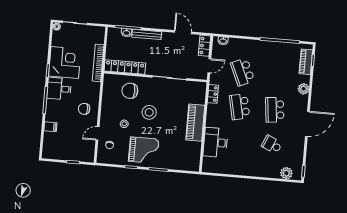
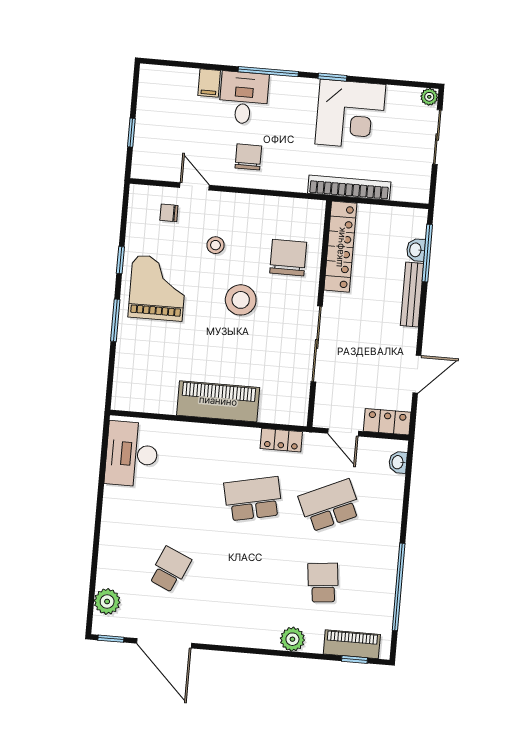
desk: (59, 89) -> (244, 98), moved
school desk: (275, 110) -> (323, 583), moved, width x0.54
door: (307, 124) -> (164, 643), moved
desk: (216, 142) -> (132, 454), moved, turned -90
grand piano: (144, 150) -> (158, 288), turned 180

